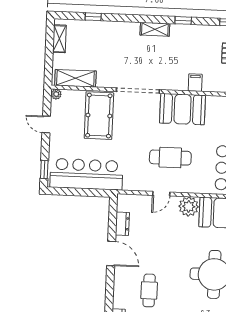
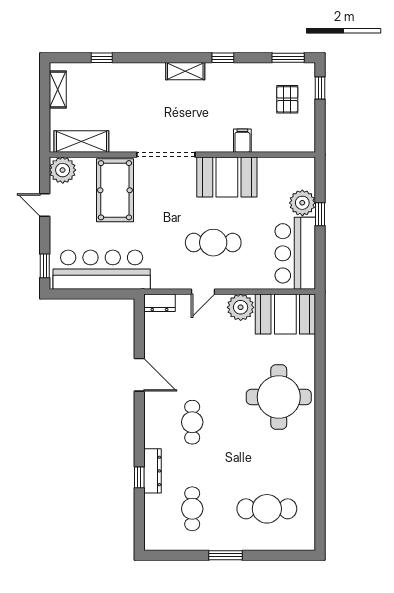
plant: (56, 94) -> (63, 170), width x1.88, depth x1.88
dresser: (122, 224) -> (159, 303), moved, turned 90

